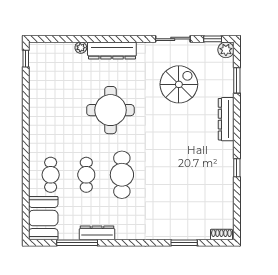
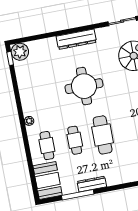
plant: (81, 48) -> (20, 52), moved, width x1.88, depth x1.88
plant: (34, 140) -> (29, 121), added

